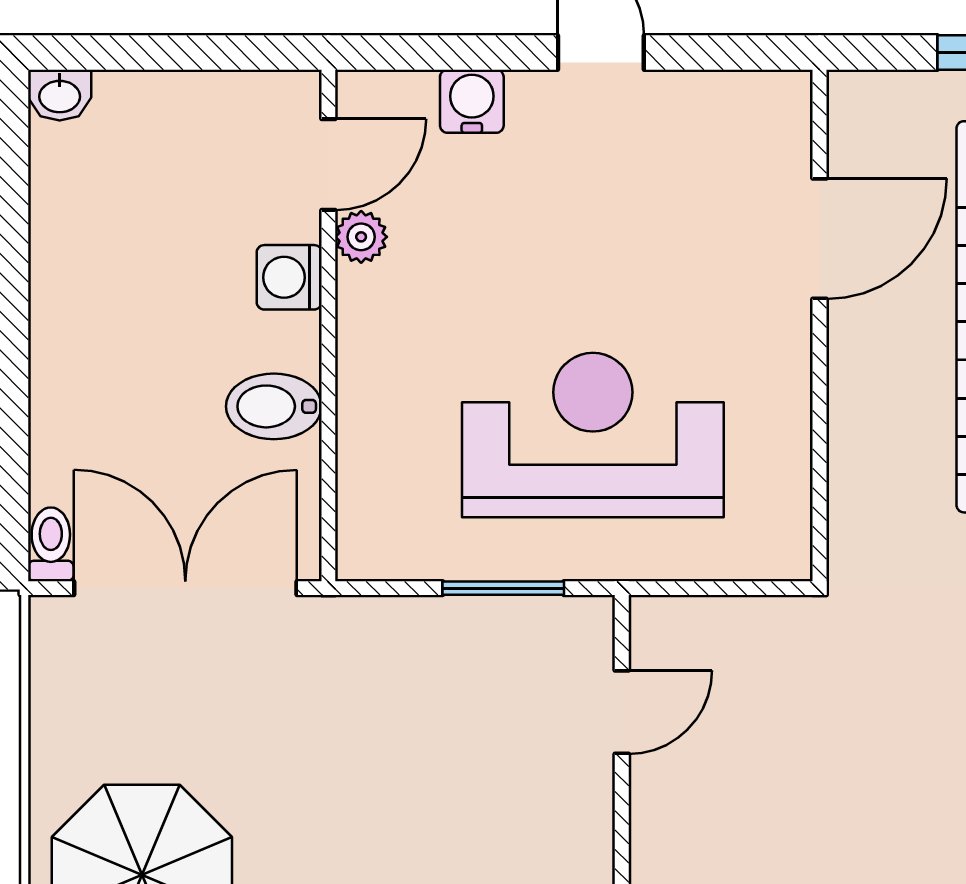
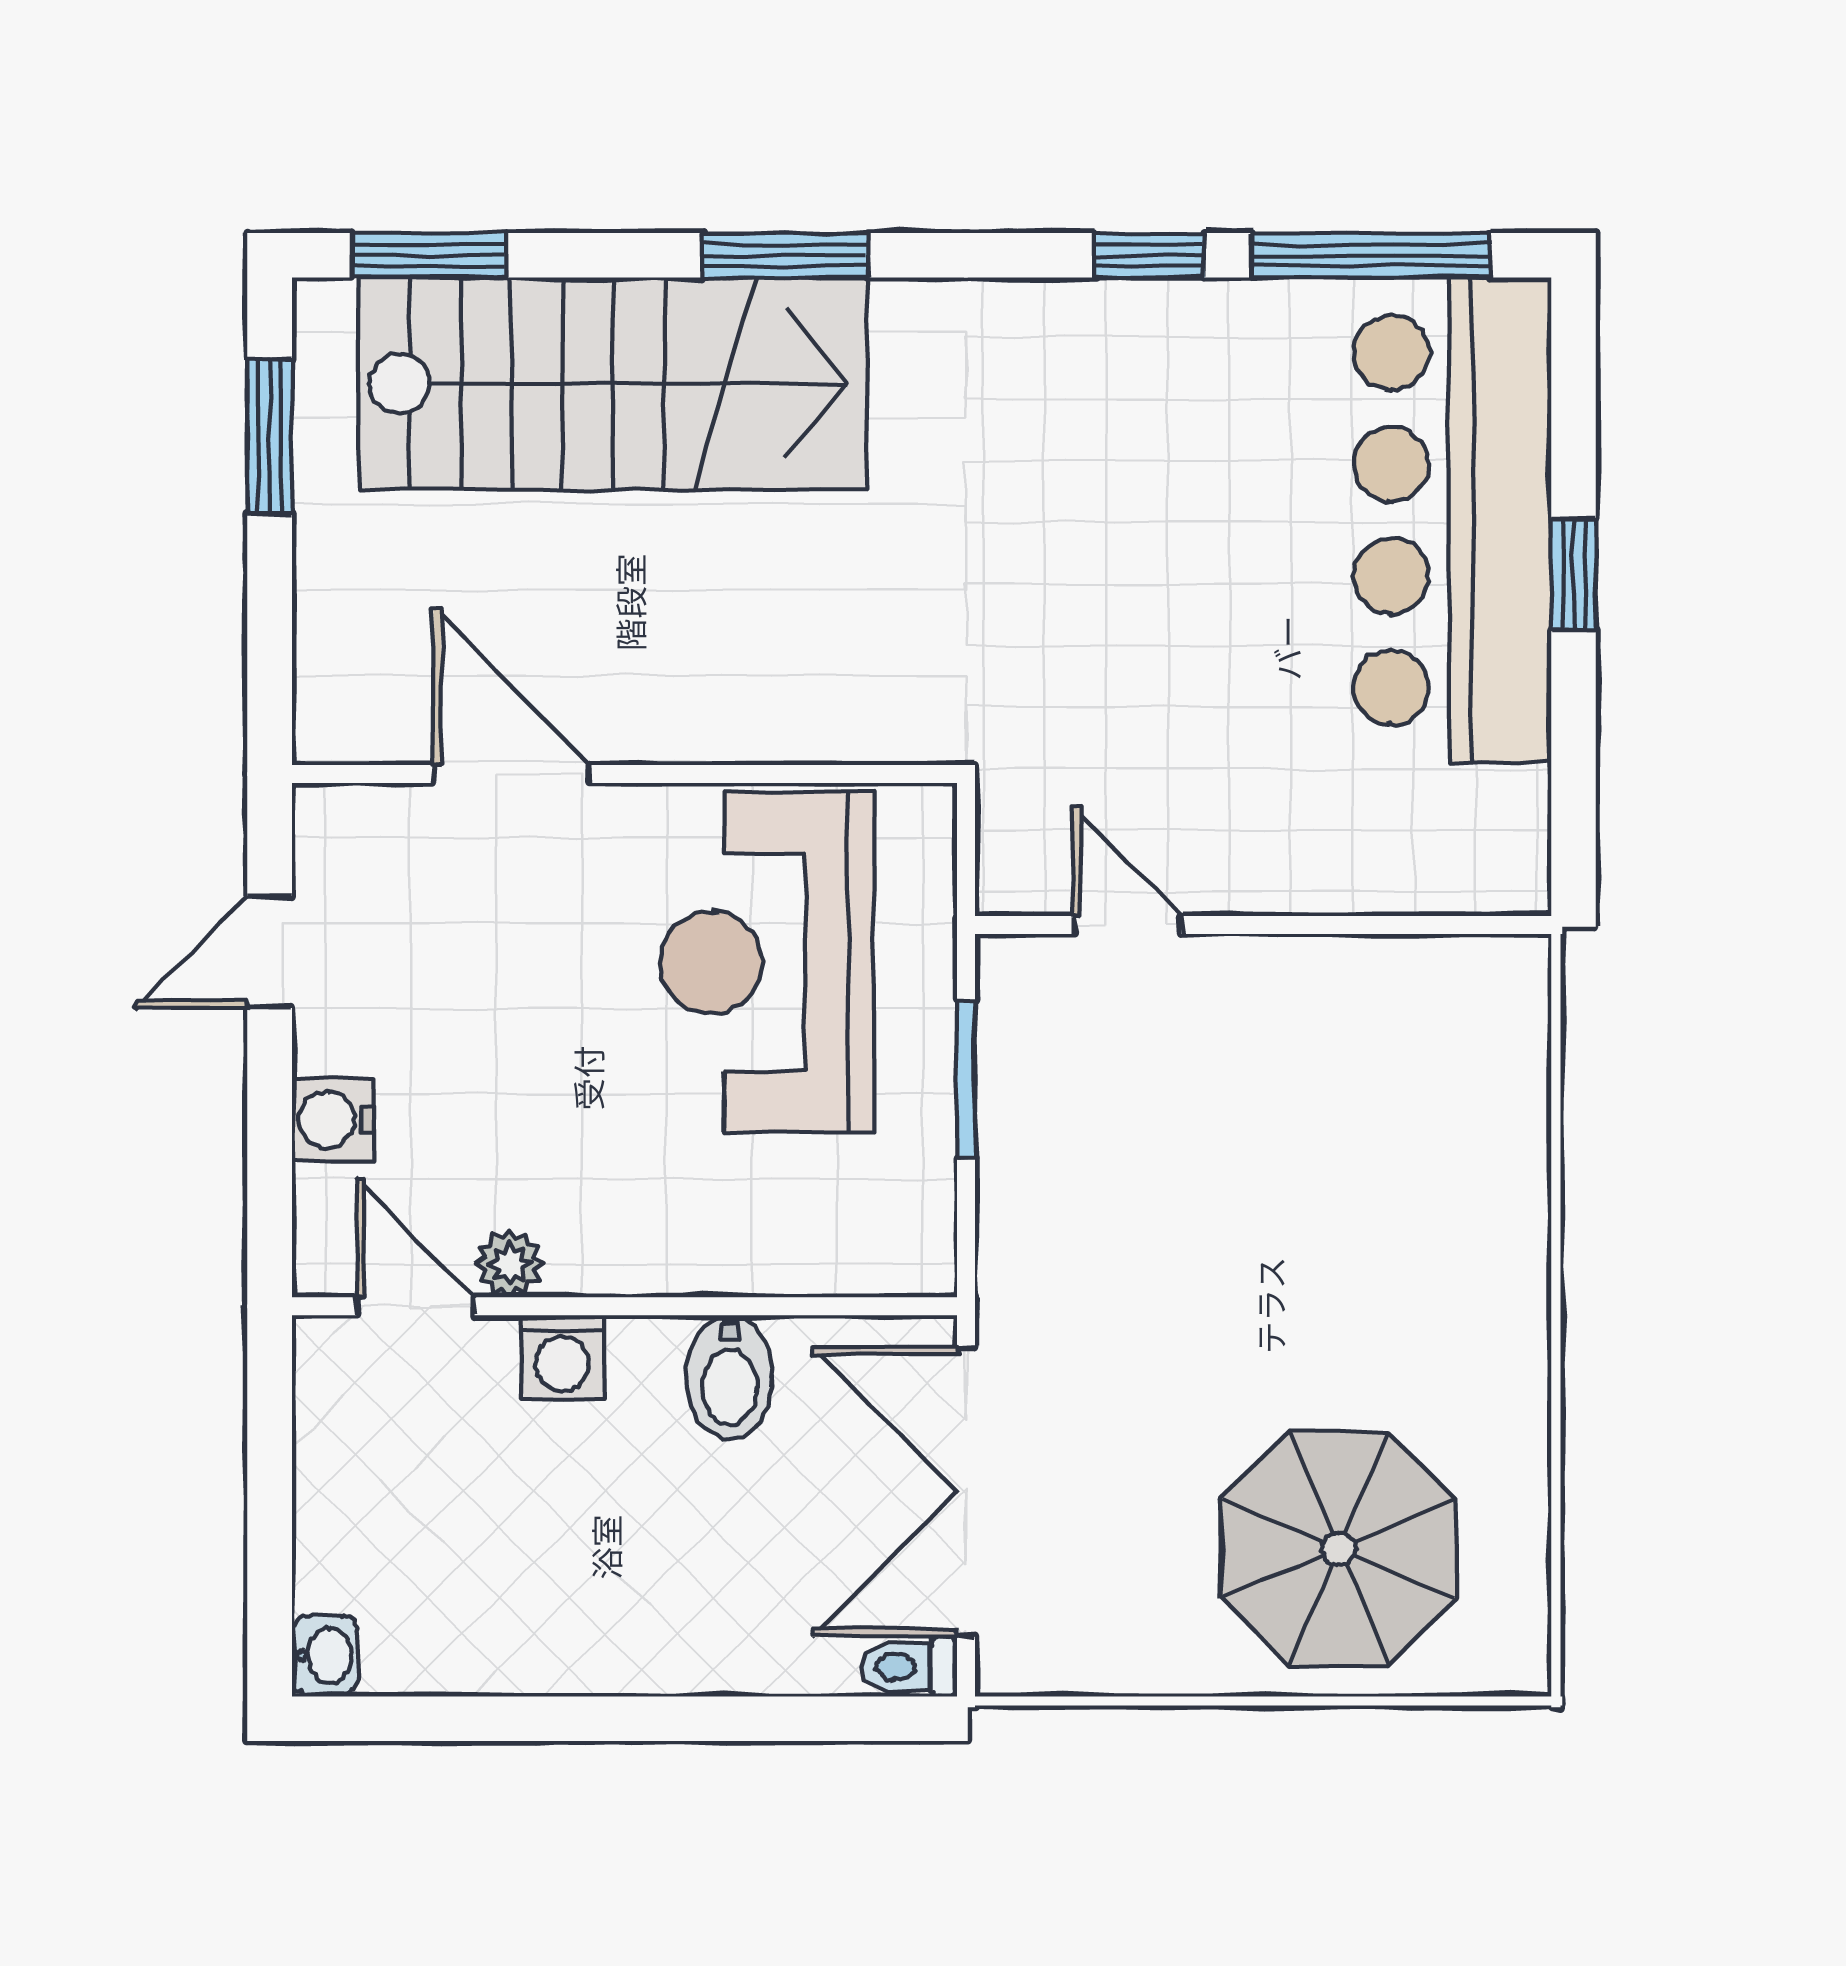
door: (820, 239) -> (512, 774), moved
wall: (820, 325) -> (624, 774), moved

